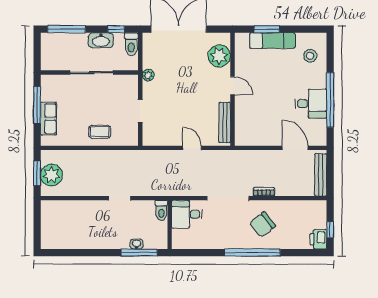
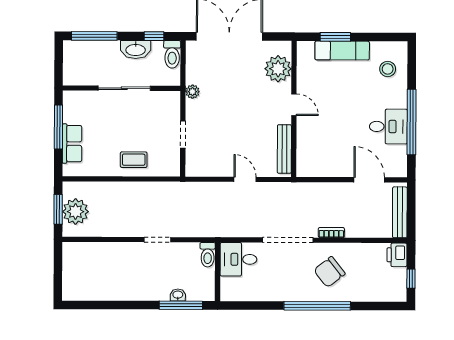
printer: (318, 239) -> (397, 255), moved

